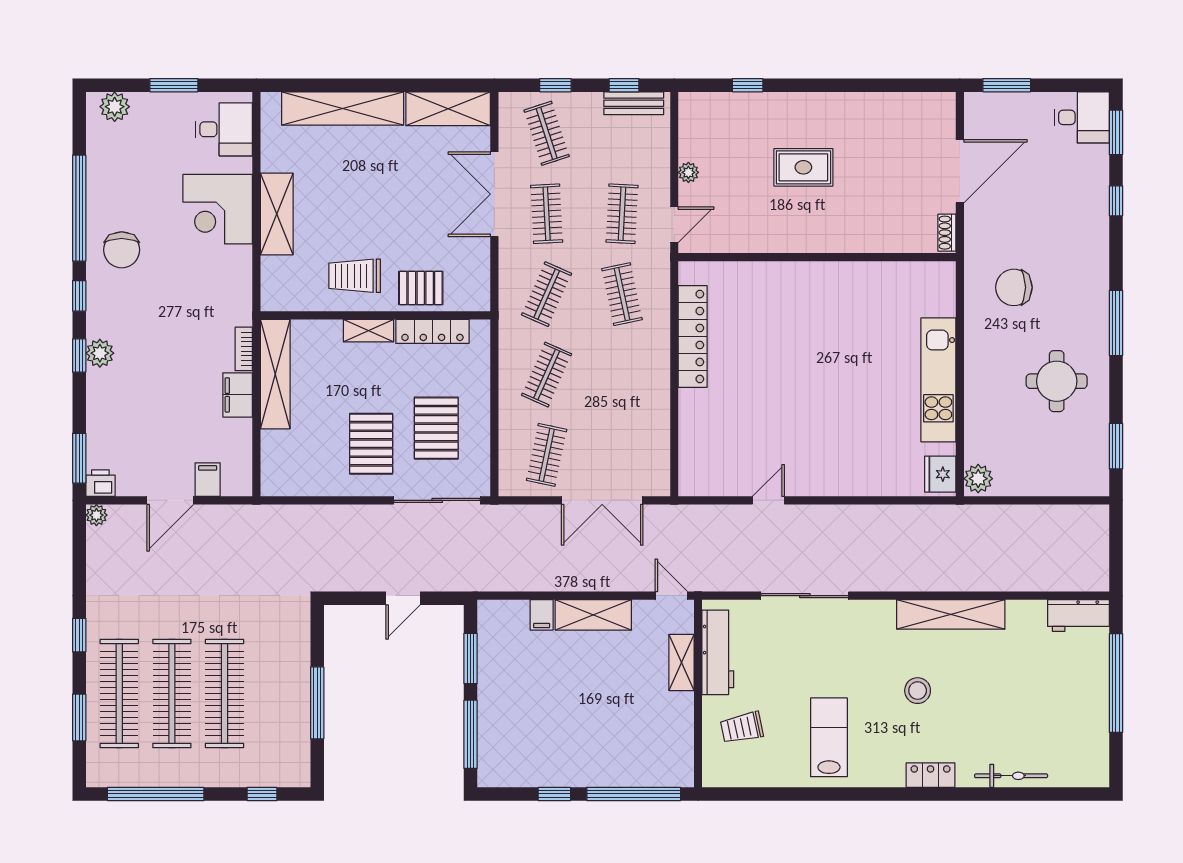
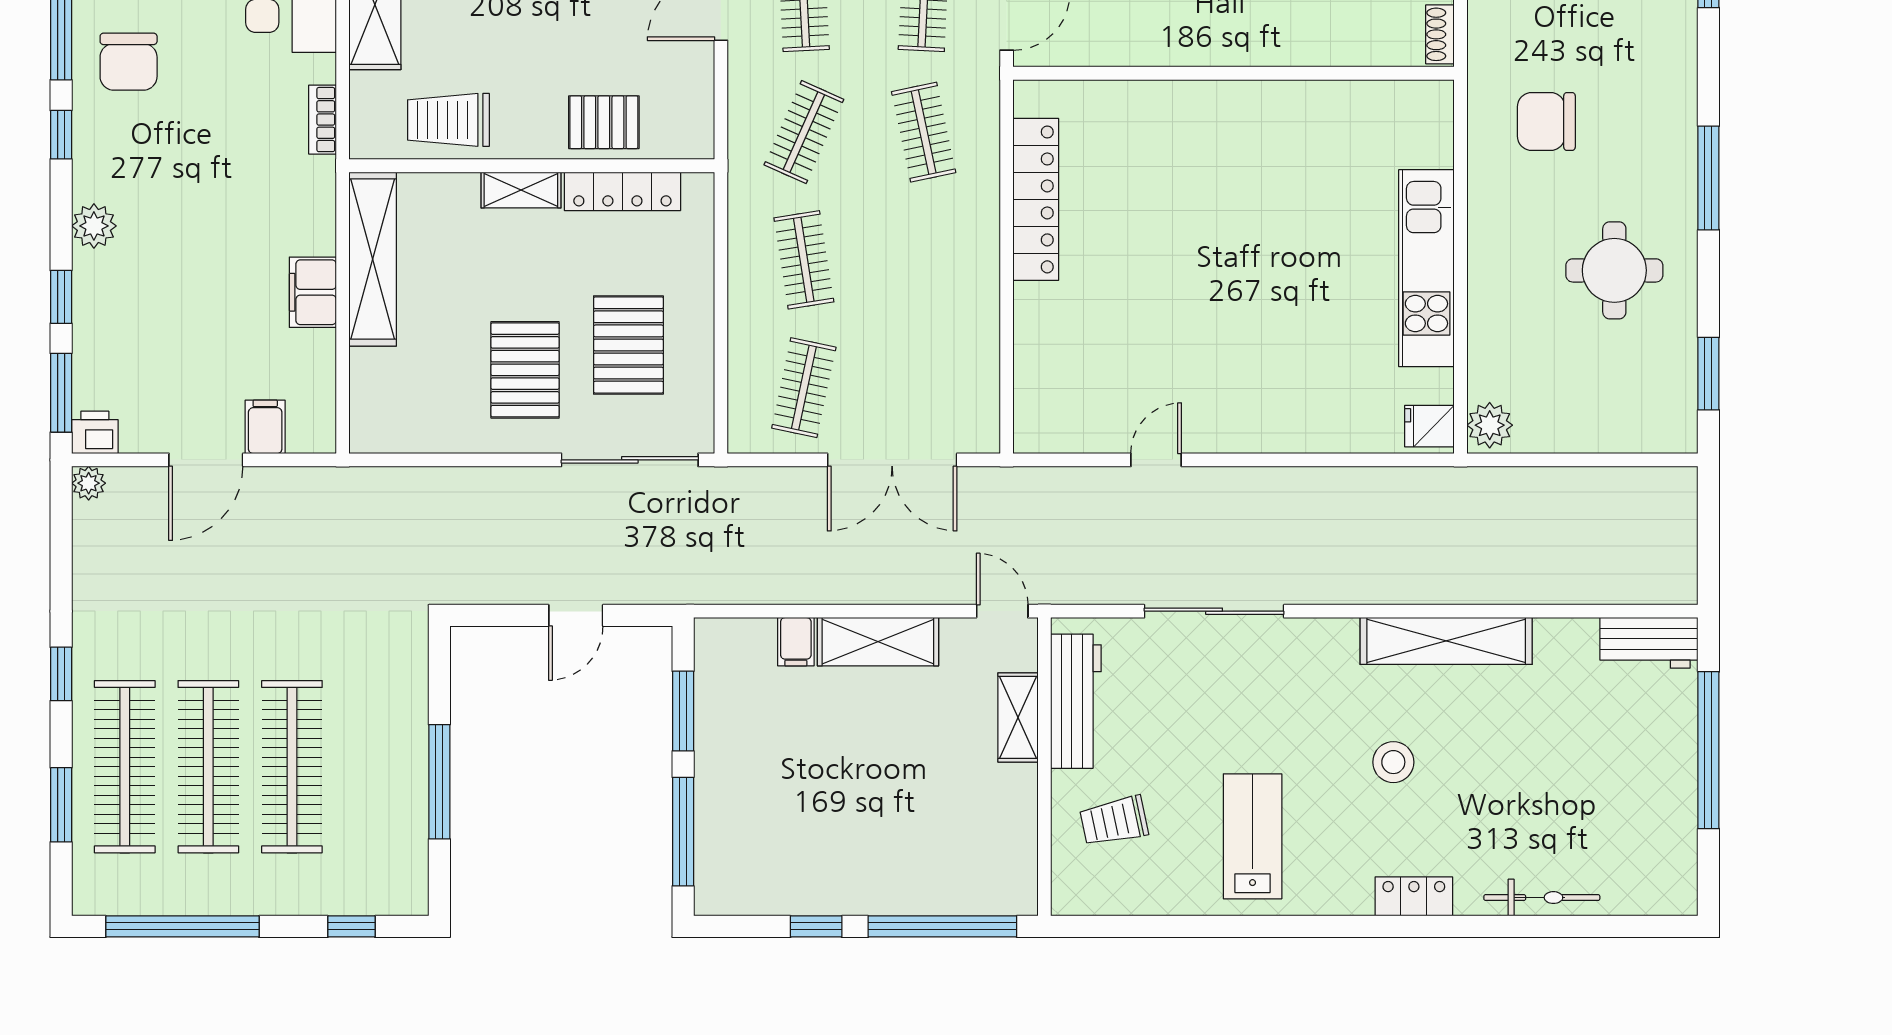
trolley: (355, 276) -> (448, 120), moved
bookcase: (244, 349) -> (322, 120), moved
window: (79, 355) -> (61, 297), moved
clothes rail: (547, 375) -> (804, 260), turned -33
fridge: (940, 474) -> (1429, 426), width x0.72

